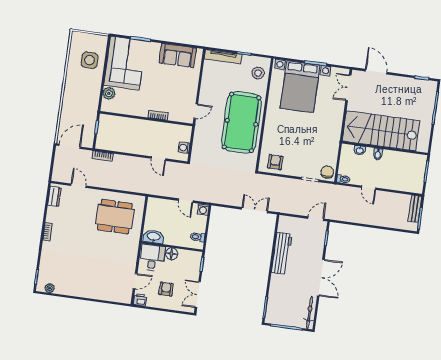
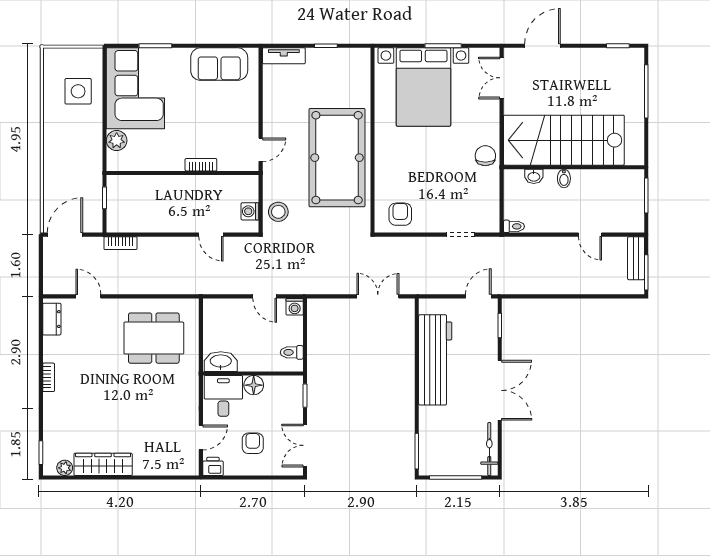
tv unit: (223, 57) -> (284, 56), width x0.71
door: (376, 72) -> (543, 46), hinge flipped
stool: (258, 73) -> (278, 212), moved
chair: (327, 172) -> (485, 156), moved
door: (369, 188) -> (590, 235), moved
workbench: (282, 253) -> (435, 360), width x1.36, depth x1.32
wardrobe: (73, 289) -> (103, 464), added

